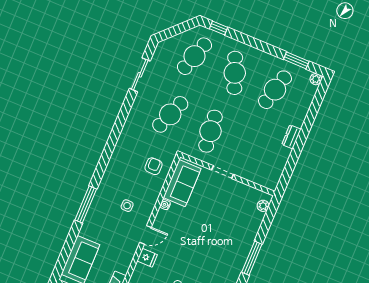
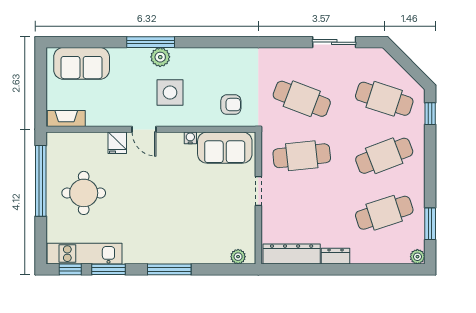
cafe table: (275, 90) -> (384, 213), turned -33
dresser: (277, 167) -> (292, 254), added
plant: (99, 202) -> (160, 57), added
side table: (127, 206) -> (170, 93), width x1.87, depth x1.87

